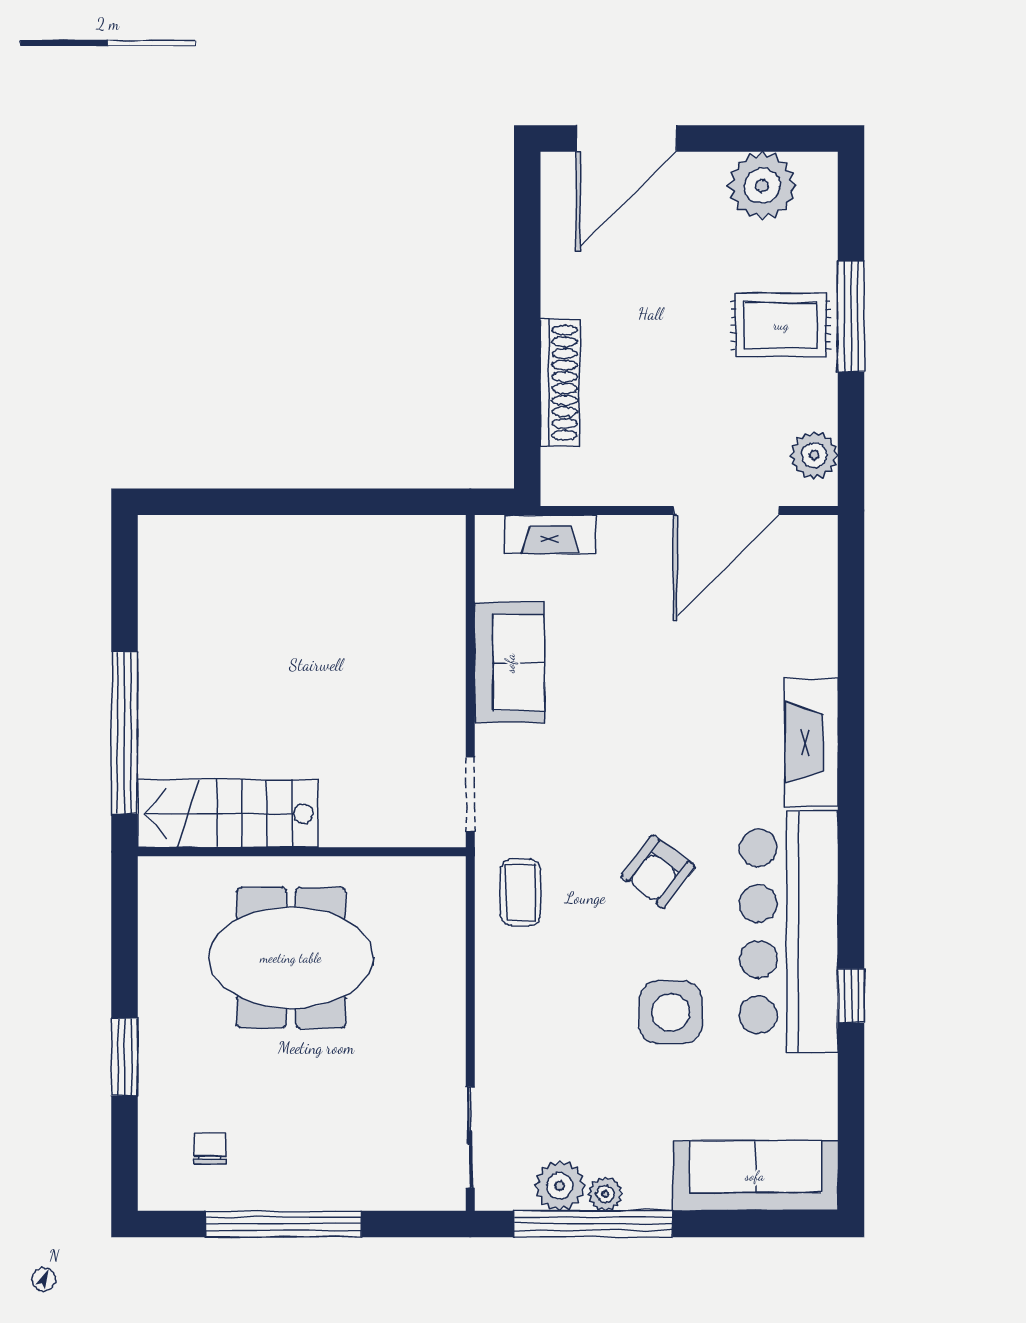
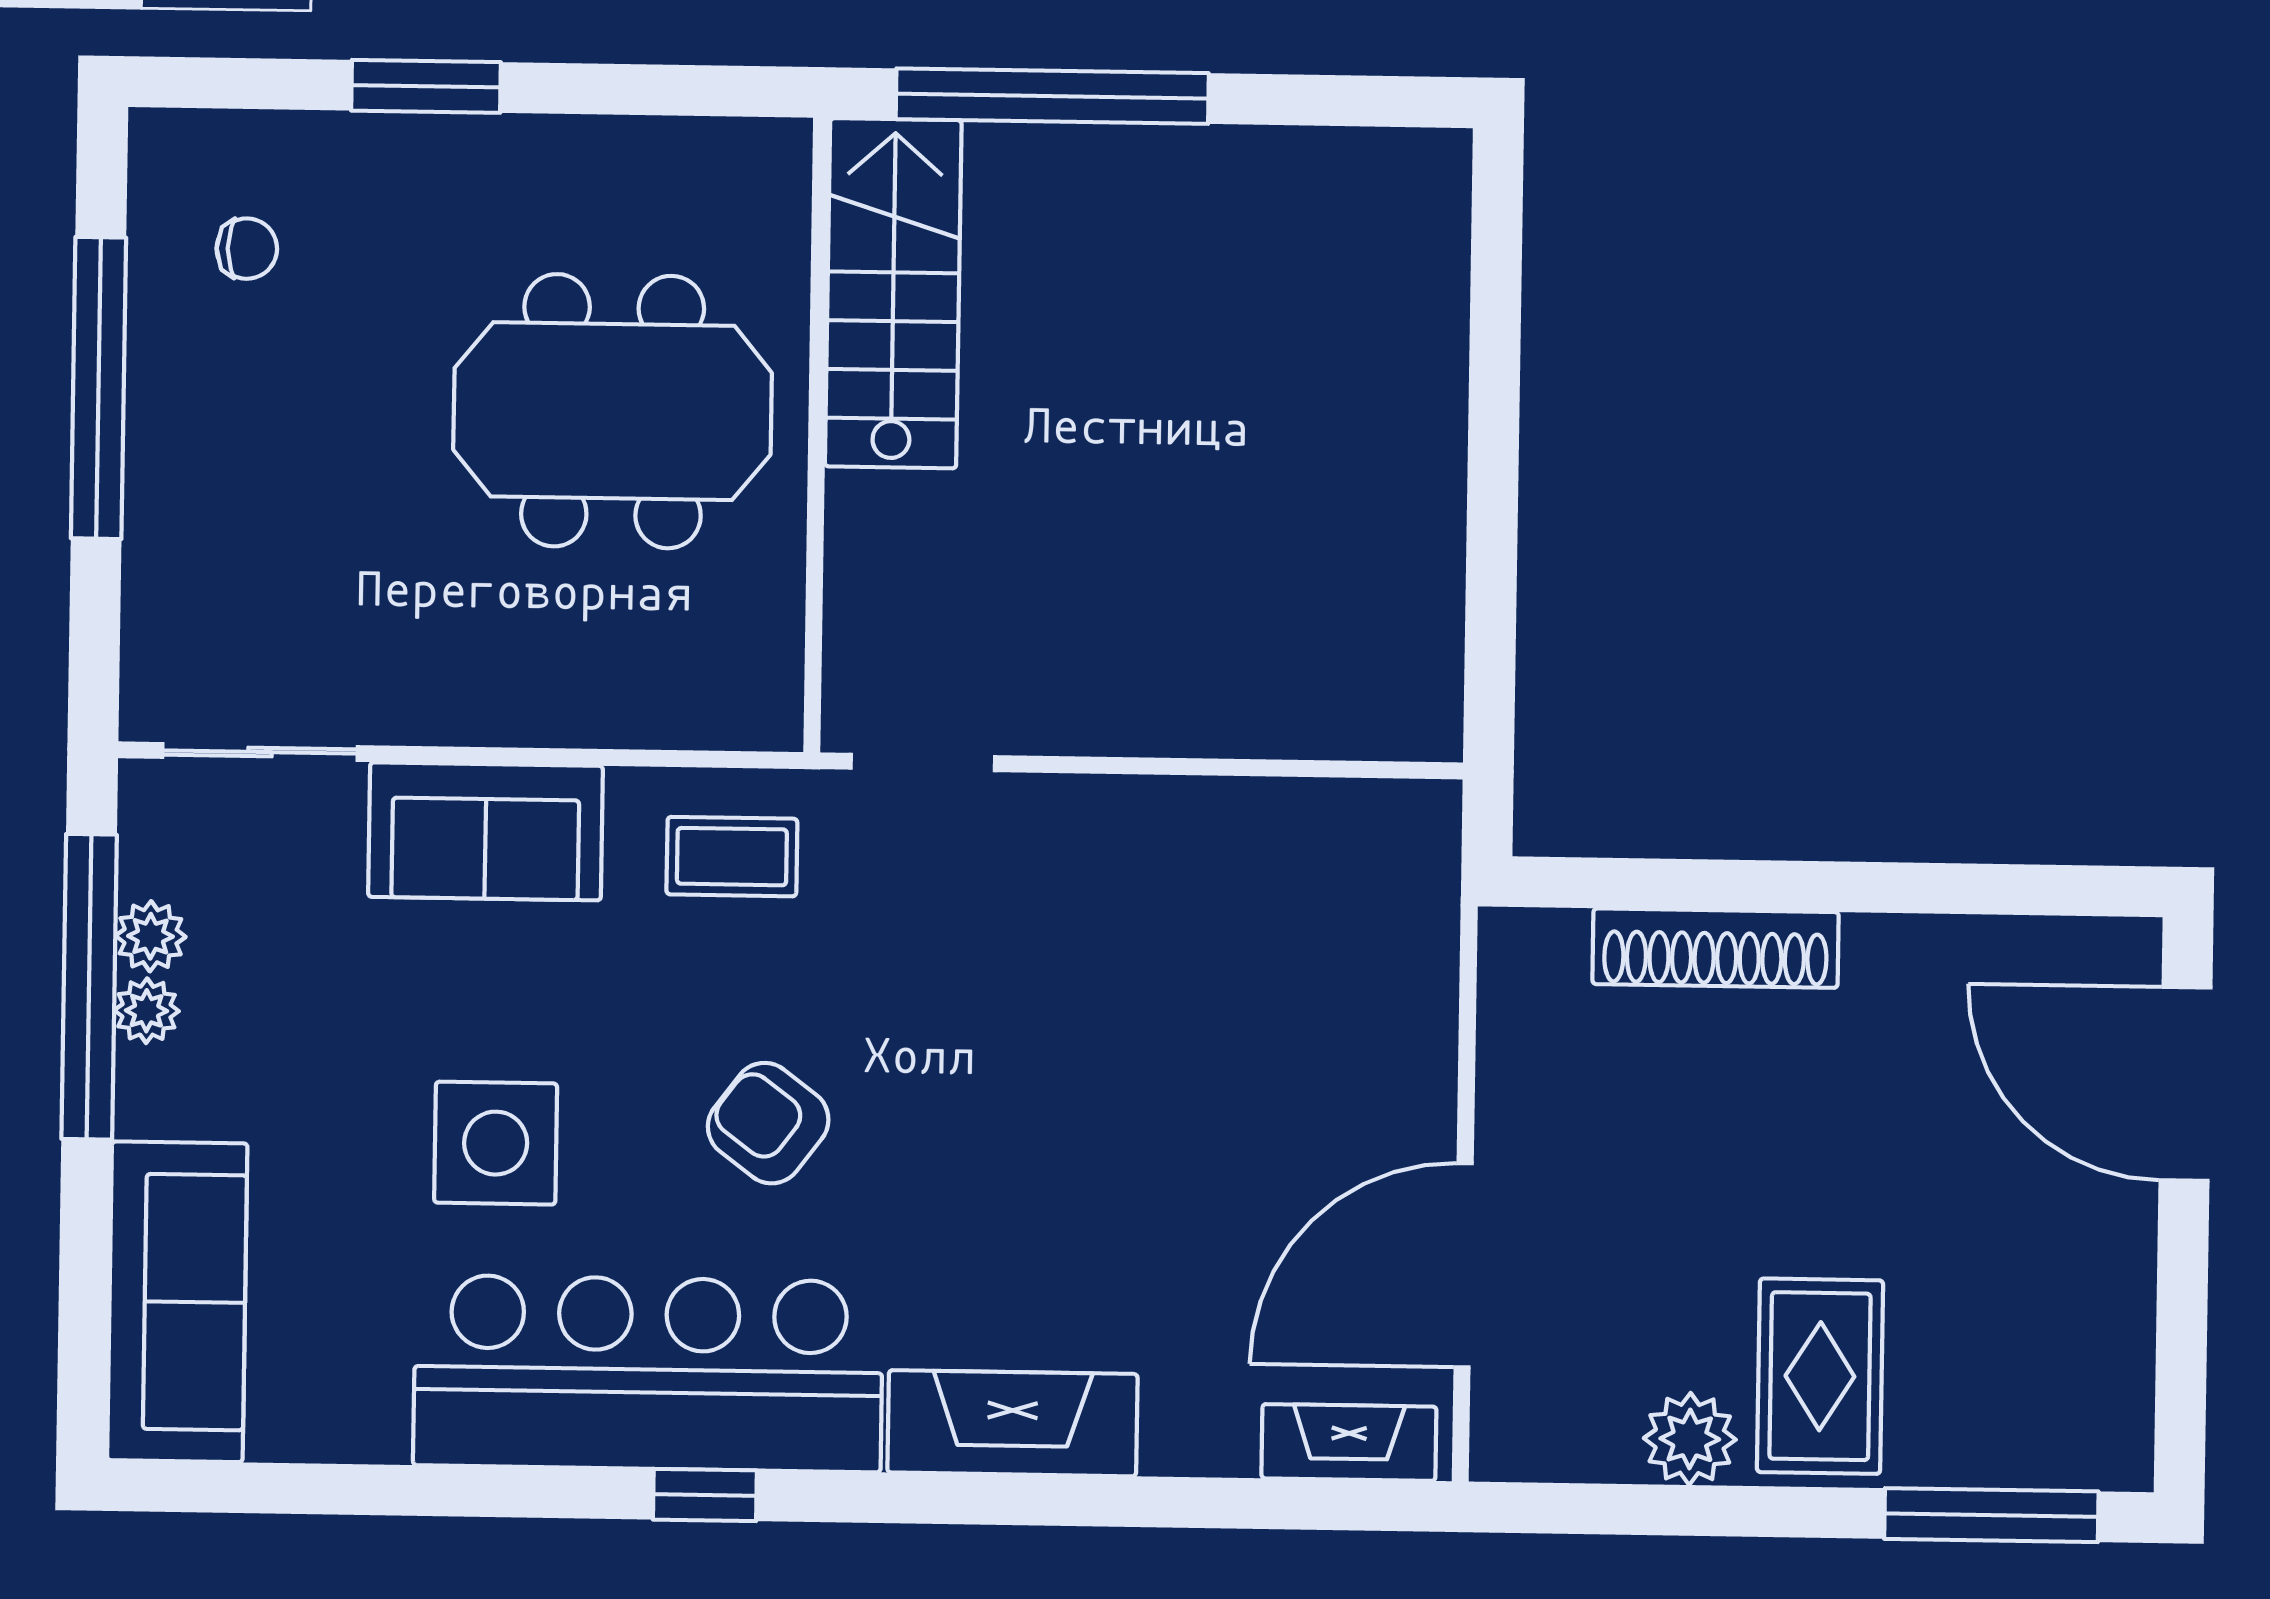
plant: (762, 186) -> (2090, 1345), removed
window: (851, 317) -> (1991, 1515), moved
plant: (814, 455) -> (1690, 1439), moved
door: (726, 510) -> (1464, 1265), hinge flipped
fireplace: (550, 534) -> (1349, 1442), moved, turned 90
sofa: (510, 663) -> (486, 831), moved
meeting table: (291, 958) -> (613, 411), turned 90
window: (851, 996) -> (705, 1495), moved
plant: (560, 1186) -> (151, 936), width x0.73, depth x0.73

